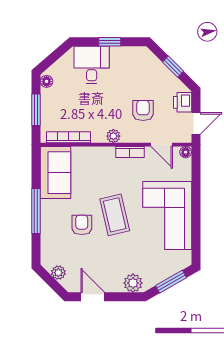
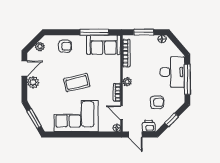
window: (110, 42) -> (187, 79), width x2.17
desk: (92, 65) -> (172, 72), width x1.37
armchair: (143, 111) -> (157, 102), moved
door: (162, 145) -> (122, 113), hinge flipped
window: (36, 211) -> (94, 32), moved
armchair: (82, 225) -> (65, 46), moved
plant: (133, 283) -> (33, 82), moved

